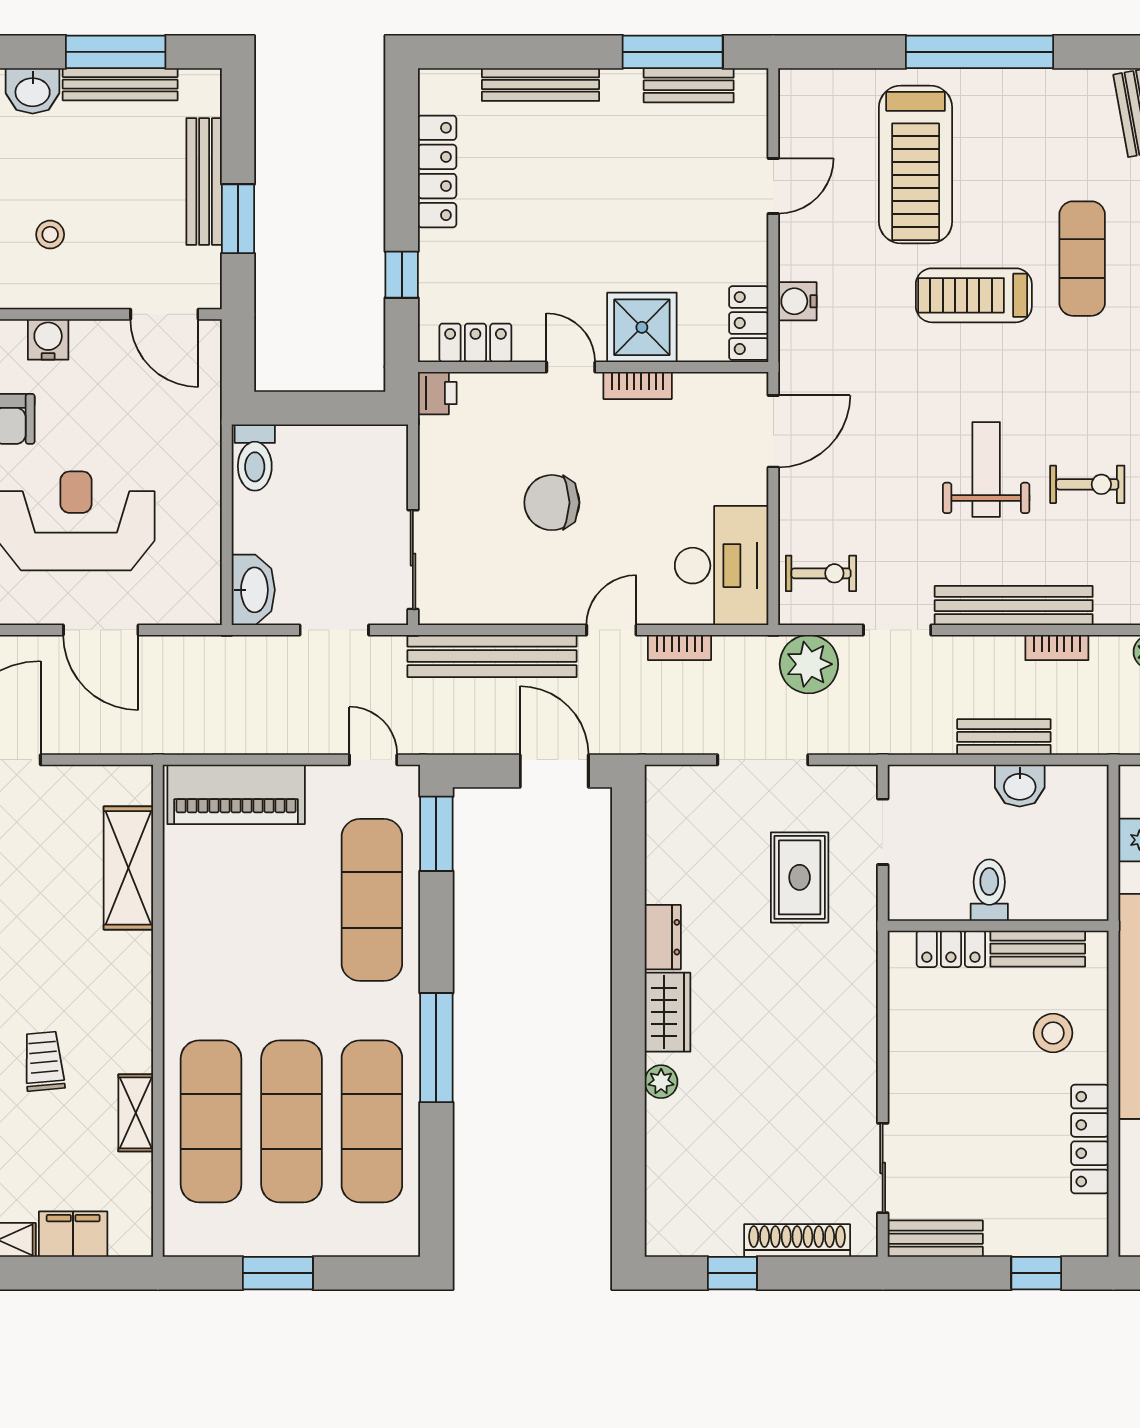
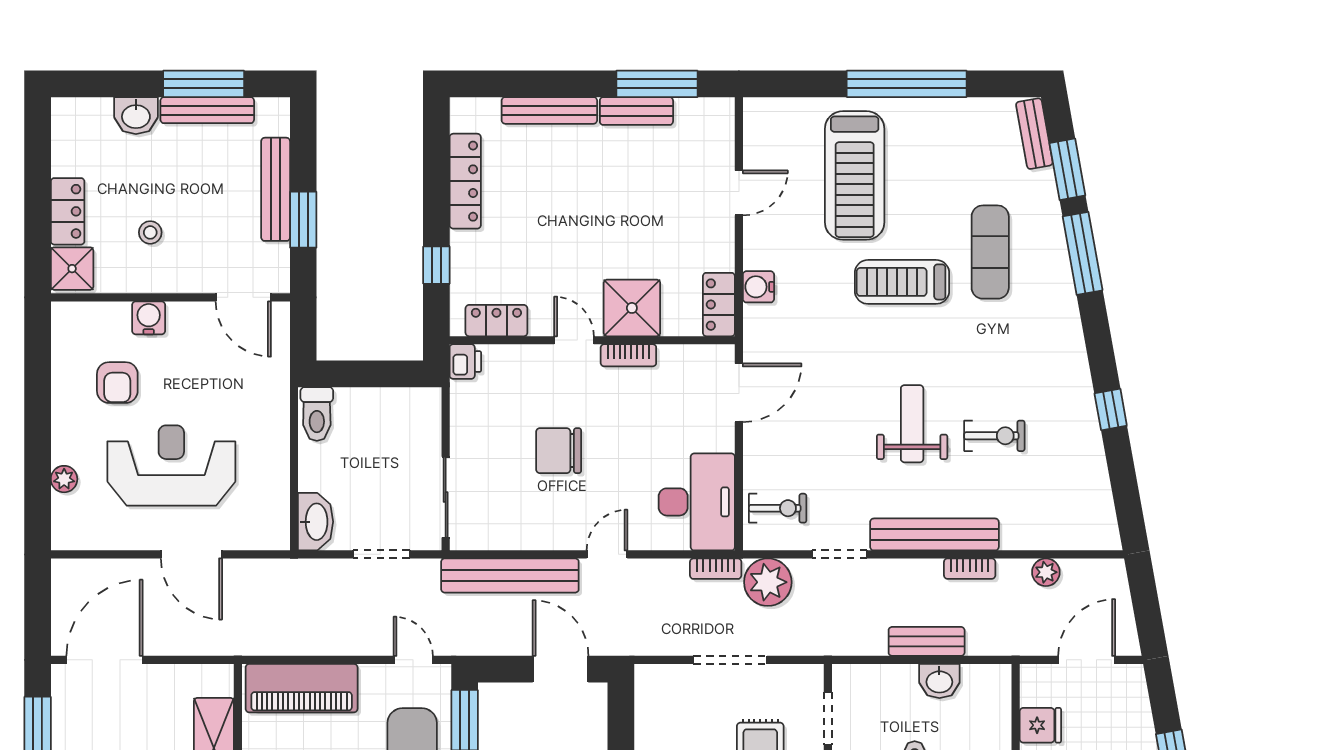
bench: (689, 85) -> (636, 111), moved
bookcase: (679, 648) -> (716, 569), moved

